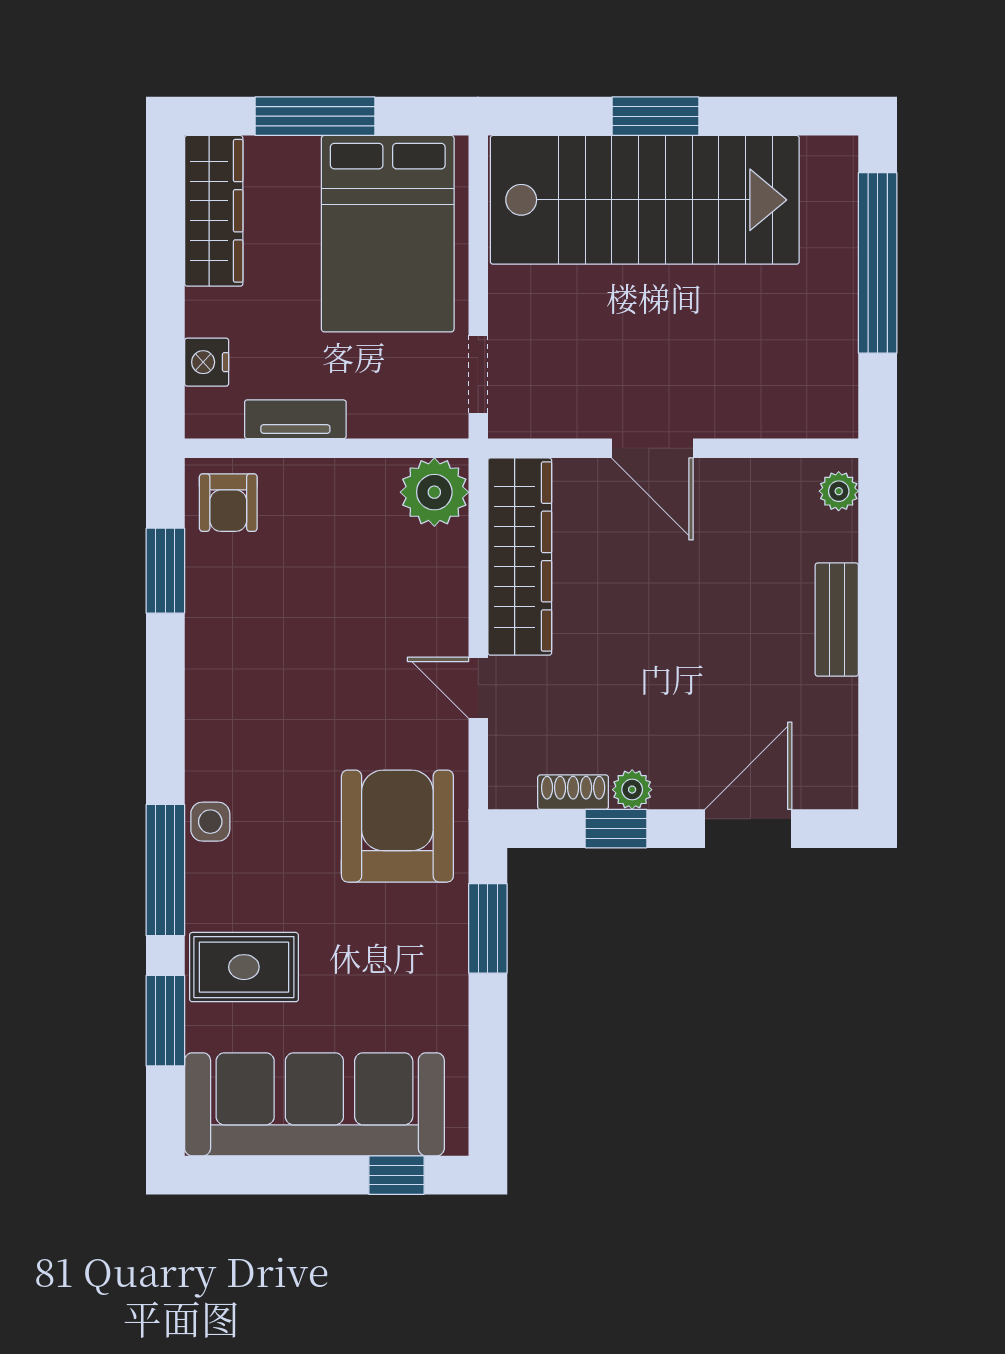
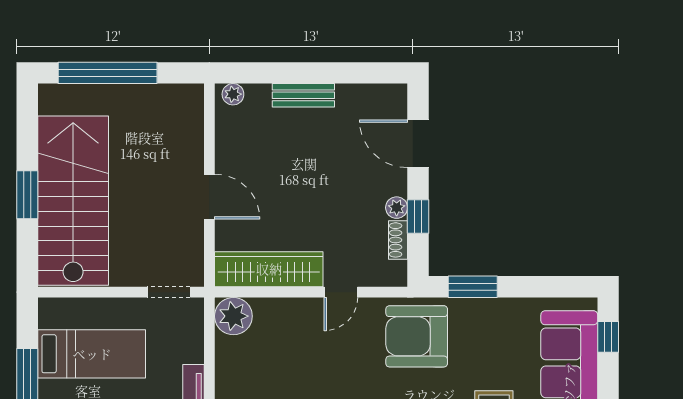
bed: (388, 234) -> (92, 354), width x0.67
door: (652, 448) -> (209, 197), hinge flipped

